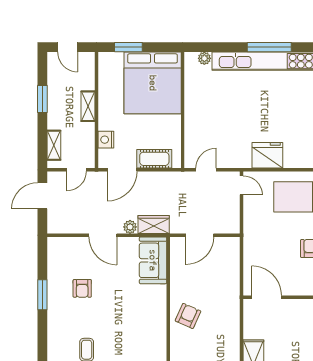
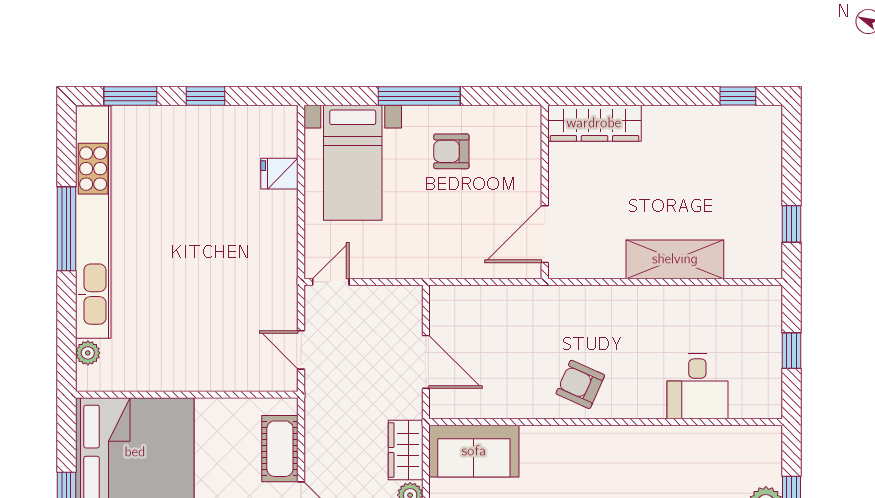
fridge: (267, 155) -> (279, 174), moved, width x0.53, depth x0.75

